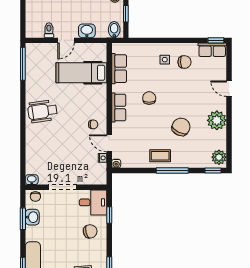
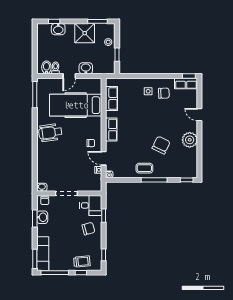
bidet: (114, 30) -> (46, 67), moved
hospital bed: (81, 73) -> (76, 105), width x1.37, depth x1.29
chair: (149, 98) -> (136, 122), removed
plant: (219, 157) -> (191, 169), removed

